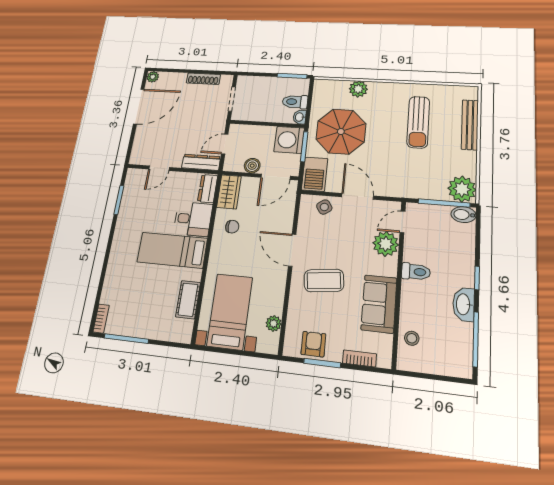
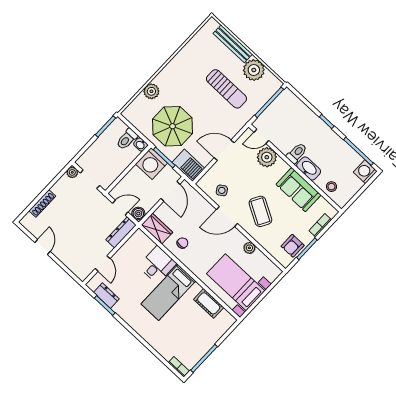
plant: (153, 77) -> (72, 172), moved
shoe rack: (203, 79) -> (42, 203), moved
door: (139, 106) -> (42, 247), width x0.53
sun lounger: (418, 122) -> (226, 89), moved
door: (225, 144) -> (120, 208), swing flipped
boiler: (252, 166) -> (138, 214), moved
dresser: (208, 189) -> (106, 296), moved, turned 180
plant: (462, 189) -> (254, 70), moved
side table: (324, 207) -> (222, 190), moved
bidet: (463, 215) -> (285, 97), removed
door: (402, 222) -> (261, 136), hinge flipped
coffee table: (324, 281) -> (260, 211), turned -54
washbasin: (464, 304) -> (309, 169), moved, turned 180
plant: (274, 323) -> (249, 248), moved
armchair: (313, 344) -> (293, 246), turned -90
washing machine: (460, 365) -> (365, 172), added

